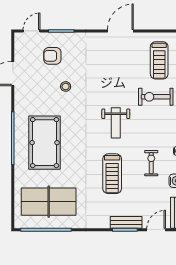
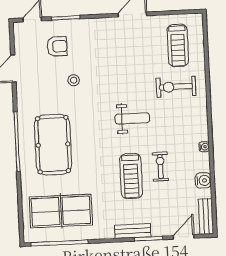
armchair: (52, 56) -> (57, 46), turned 180
weight bench: (116, 123) -> (132, 118), turned -90
exercise bike: (151, 163) -> (160, 167), moved
bench: (126, 222) -> (133, 231), moved

